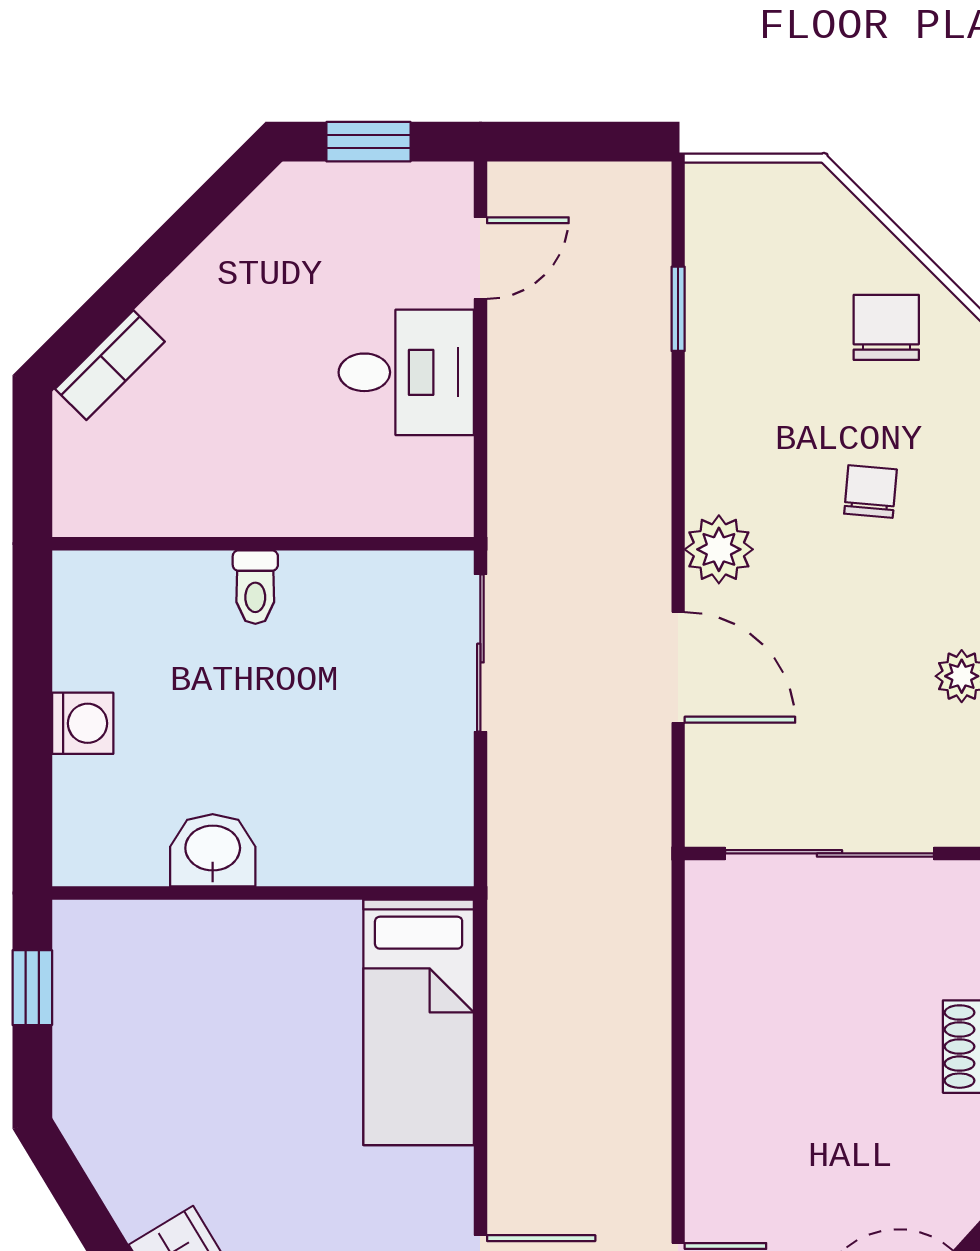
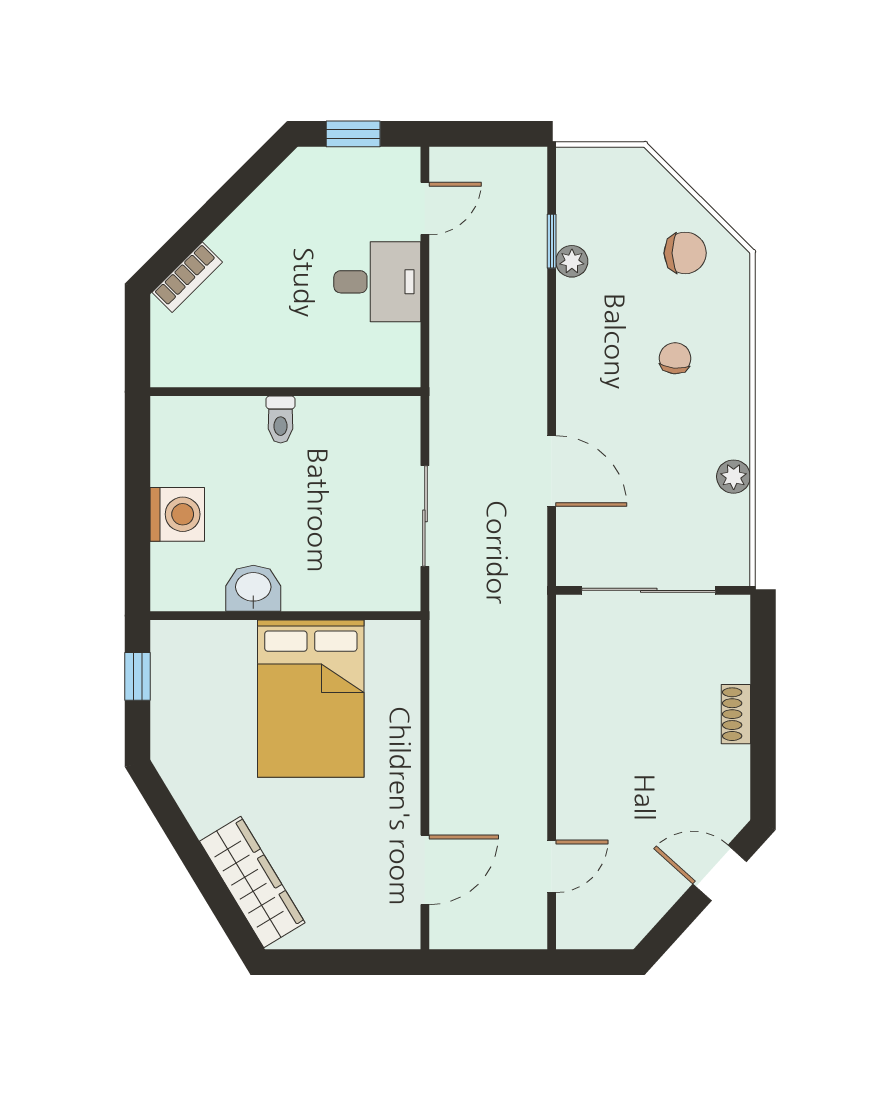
chair: (886, 327) -> (685, 253), turned 89
plant: (719, 549) -> (572, 261), moved, width x0.73, depth x0.73
sliding door: (480, 653) -> (425, 516), moved
washing machine: (83, 723) -> (177, 514), width x1.38, depth x1.38
bed: (419, 1022) -> (311, 699), moved, width x1.50

